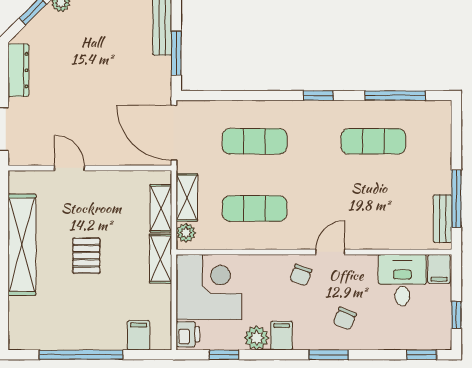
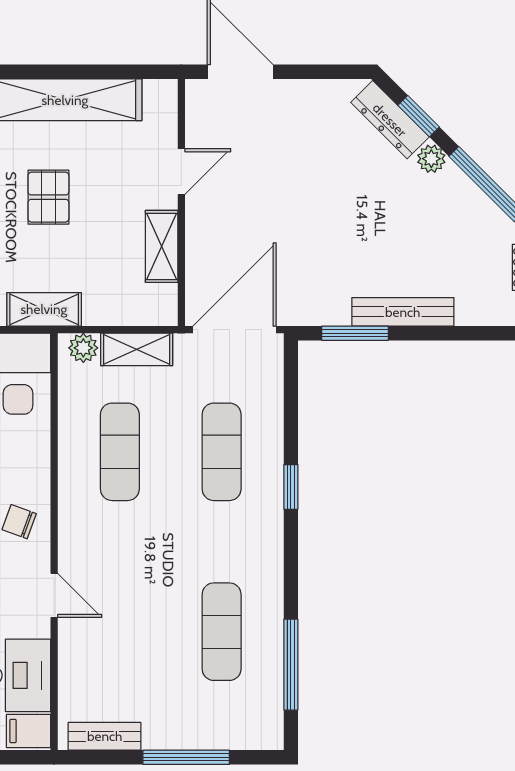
dresser: (18, 70) -> (390, 120), moved, turned 45
window: (318, 96) -> (291, 487), moved
window: (456, 199) -> (186, 757), moved
shelving: (161, 208) -> (162, 246), moved, turned 90
door: (330, 252) -> (54, 595), moved
pallet: (86, 256) -> (48, 197), turned 90

